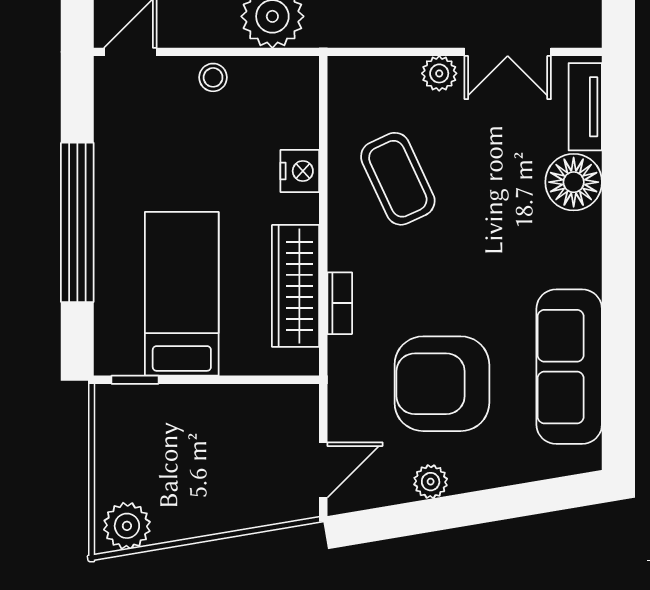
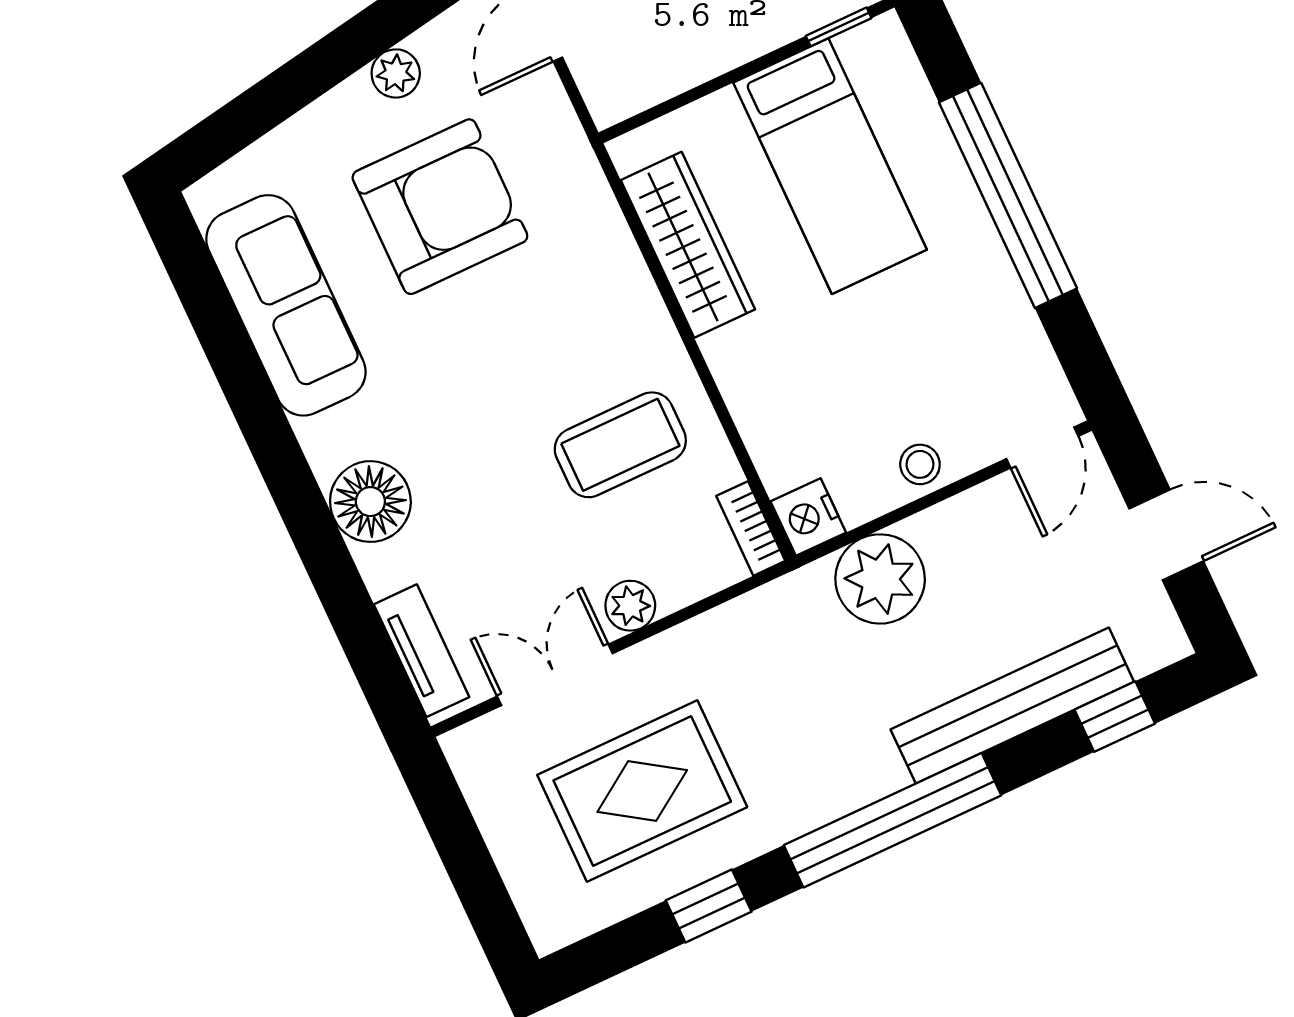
nightstand: (300, 171) -> (808, 517), moved
coffee table: (398, 179) -> (620, 445), turned -65
floor lamp: (574, 182) -> (370, 502), moved
bookcase: (340, 303) -> (751, 528), moved

